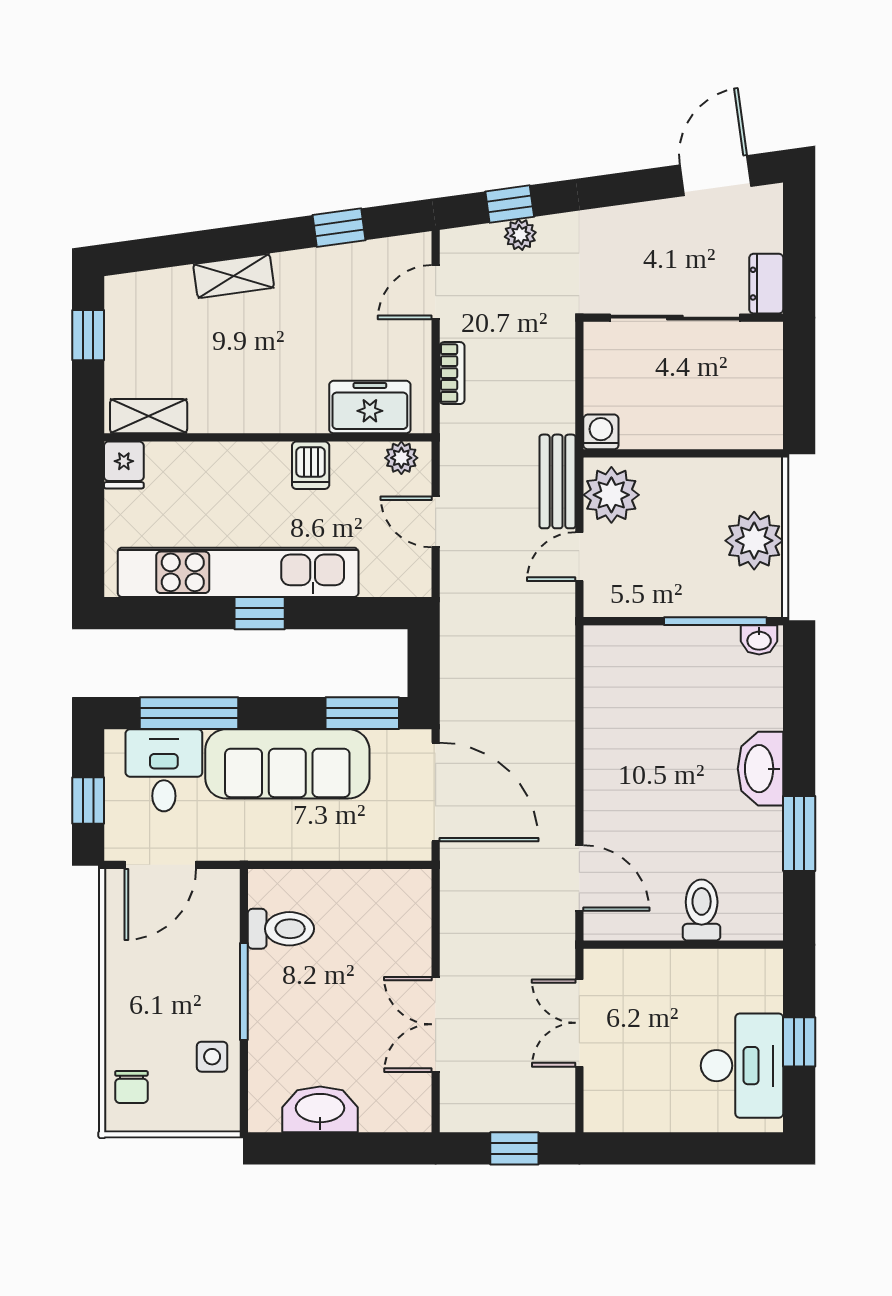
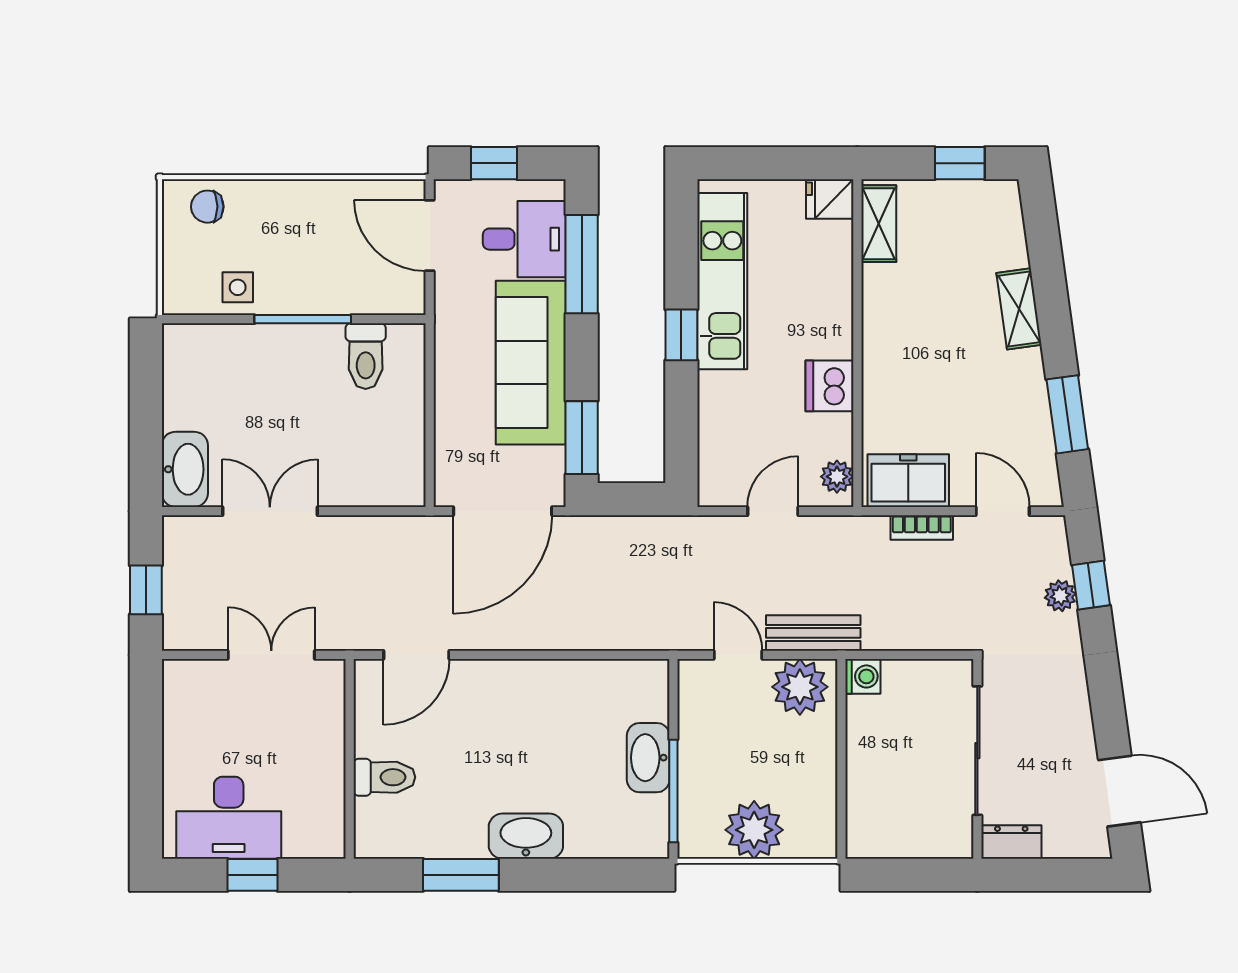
window: (339, 228) -> (1067, 414), width x1.50
freezer: (370, 407) -> (908, 481), moved, turned -90
dishwasher: (311, 465) -> (829, 386), width x1.38
kitchen unit: (238, 572) -> (722, 281), width x0.73
washbasin: (759, 640) -> (648, 758), moved, width x1.91, depth x1.45
washbasin: (320, 1109) -> (185, 469), moved

